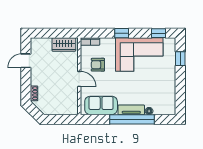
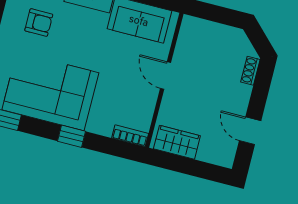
door: (26, 61) -> (250, 131), swing flipped
armchair: (98, 65) -> (39, 23), moved

